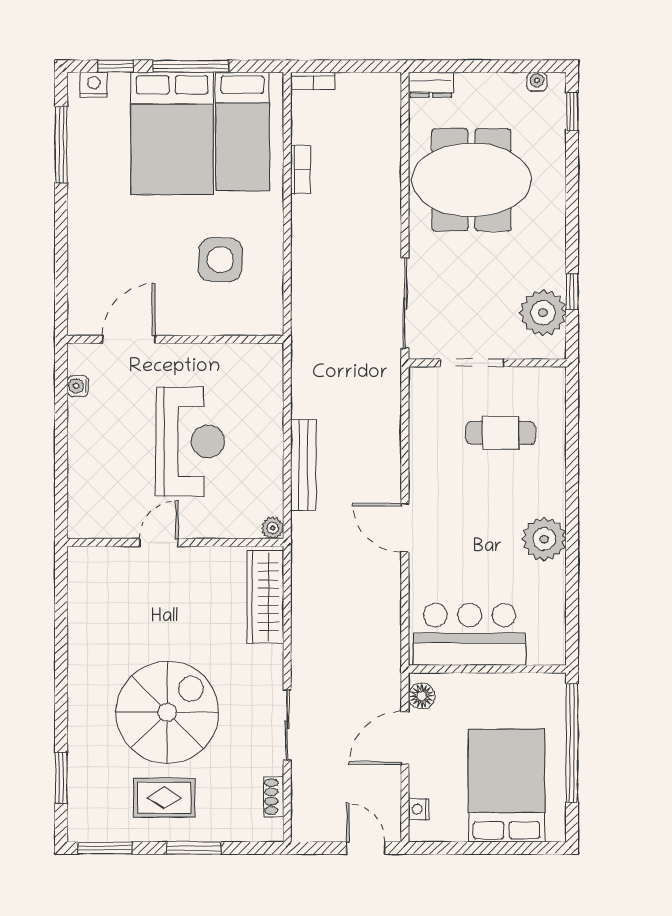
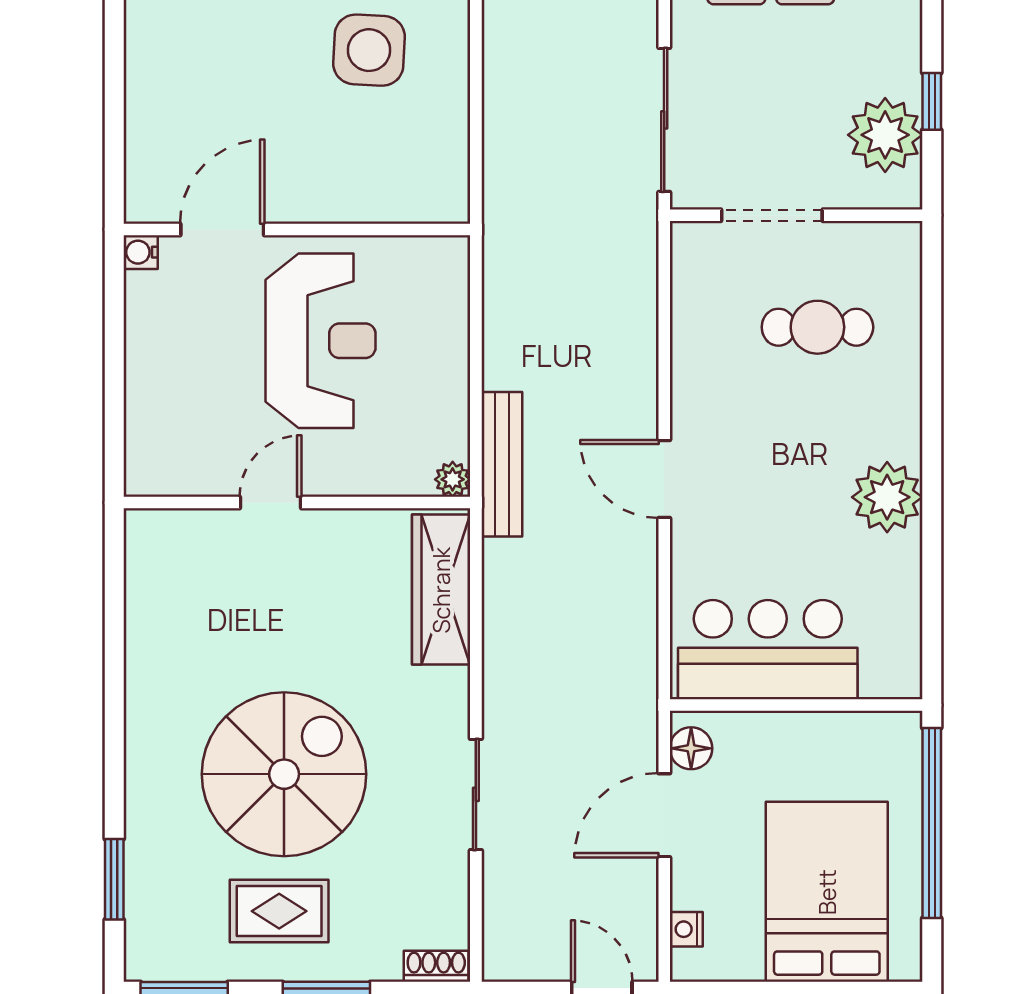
door: (129, 339) -> (222, 229), moved
wall: (175, 339) -> (297, 229), moved
bench: (303, 465) -> (502, 464), moved
shoe rack: (274, 797) -> (436, 966), moved, turned 90

